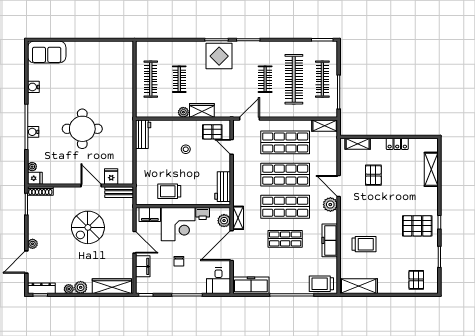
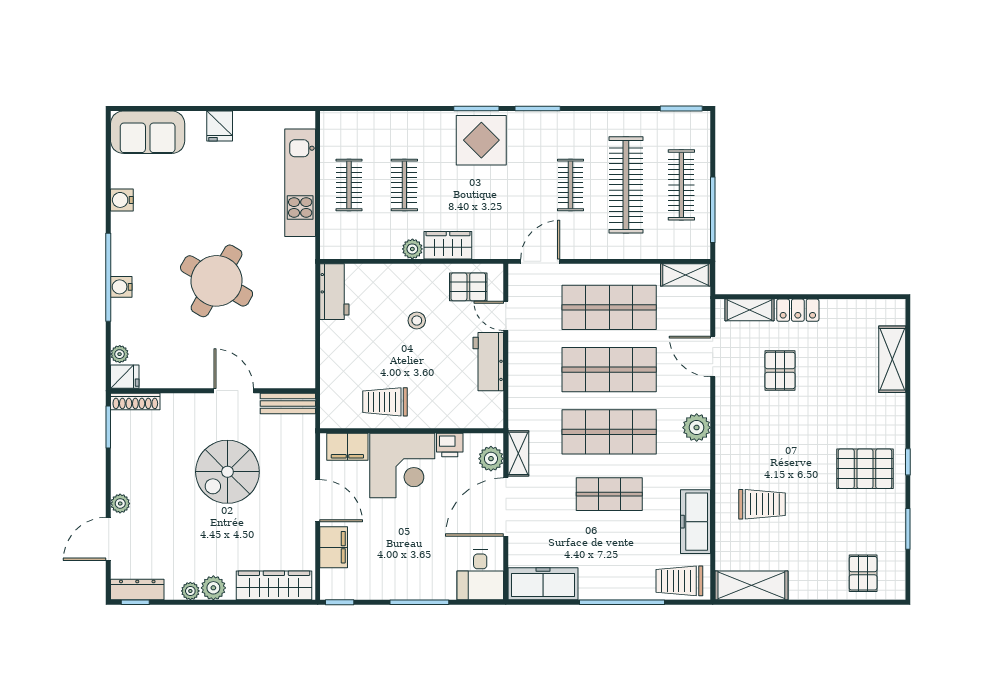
kitchen unit: (125, 78) -> (300, 183), added
clothes rail: (151, 79) -> (349, 185), width x0.73
round table: (82, 129) -> (217, 281), turned 30
locker: (397, 144) -> (798, 310), moved
fridge: (111, 176) -> (220, 126), moved, turned 180
door: (339, 186) -> (713, 356), moved
workbench: (223, 187) -> (488, 362), moved
freezer: (330, 240) -> (695, 522), moved
chair: (179, 261) -> (403, 537), removed

